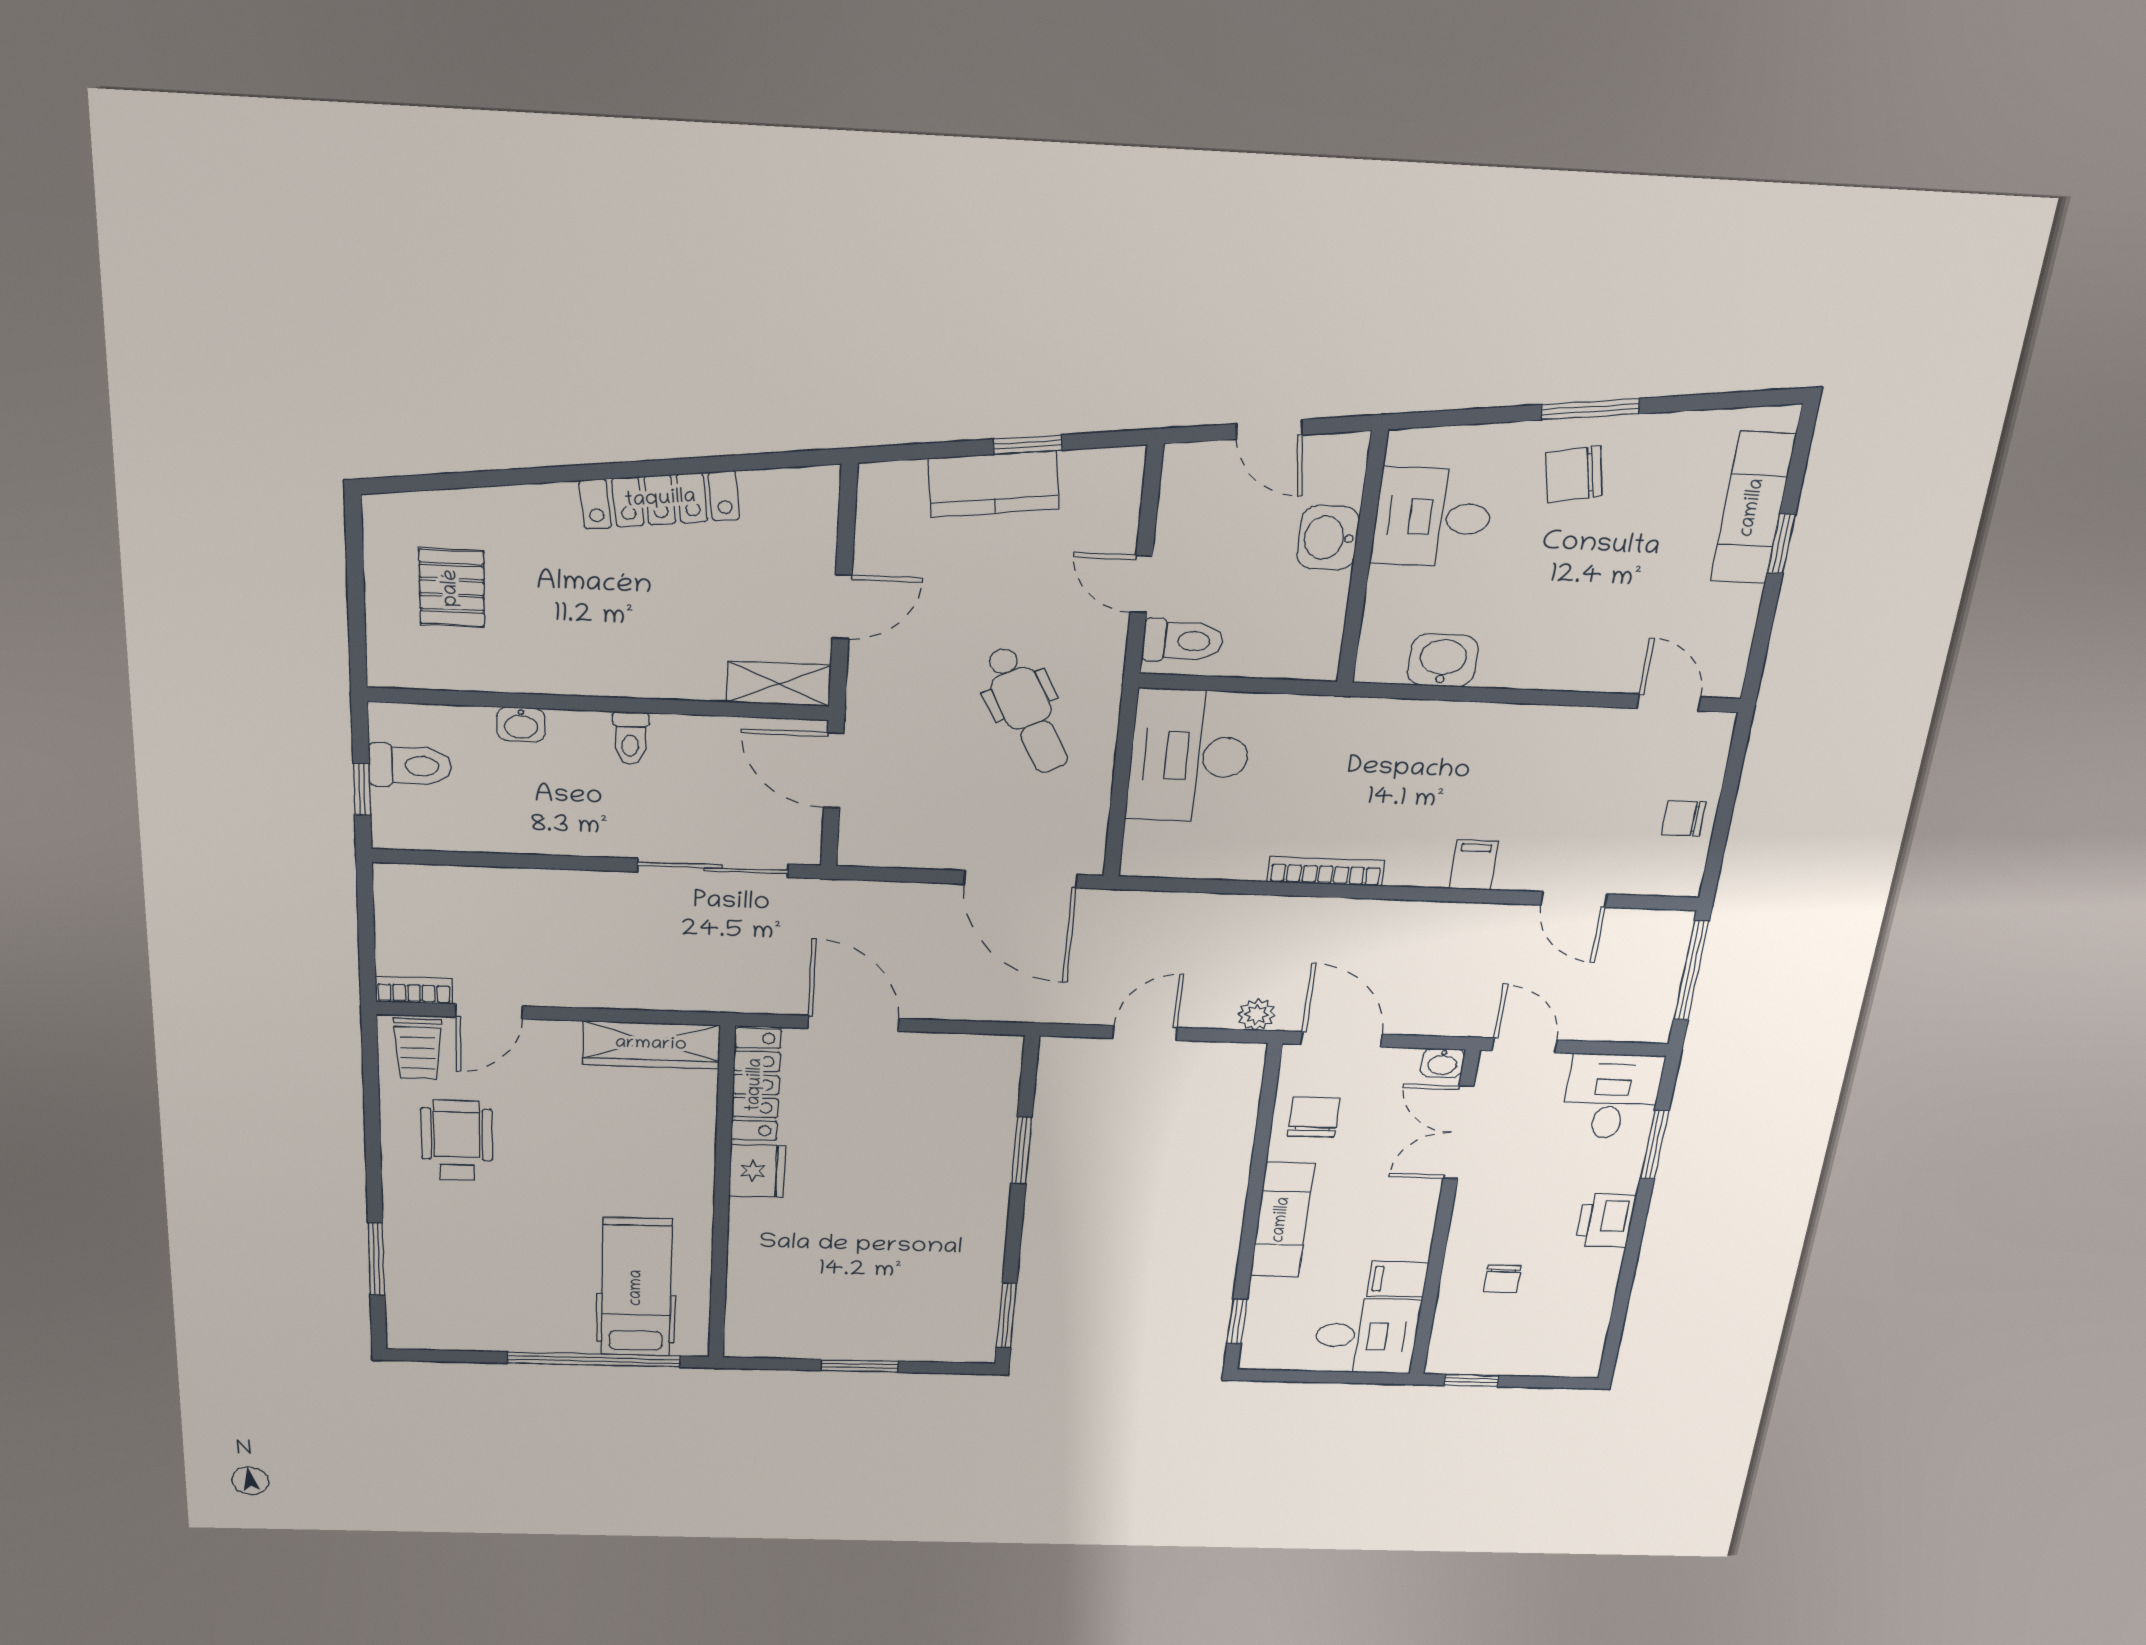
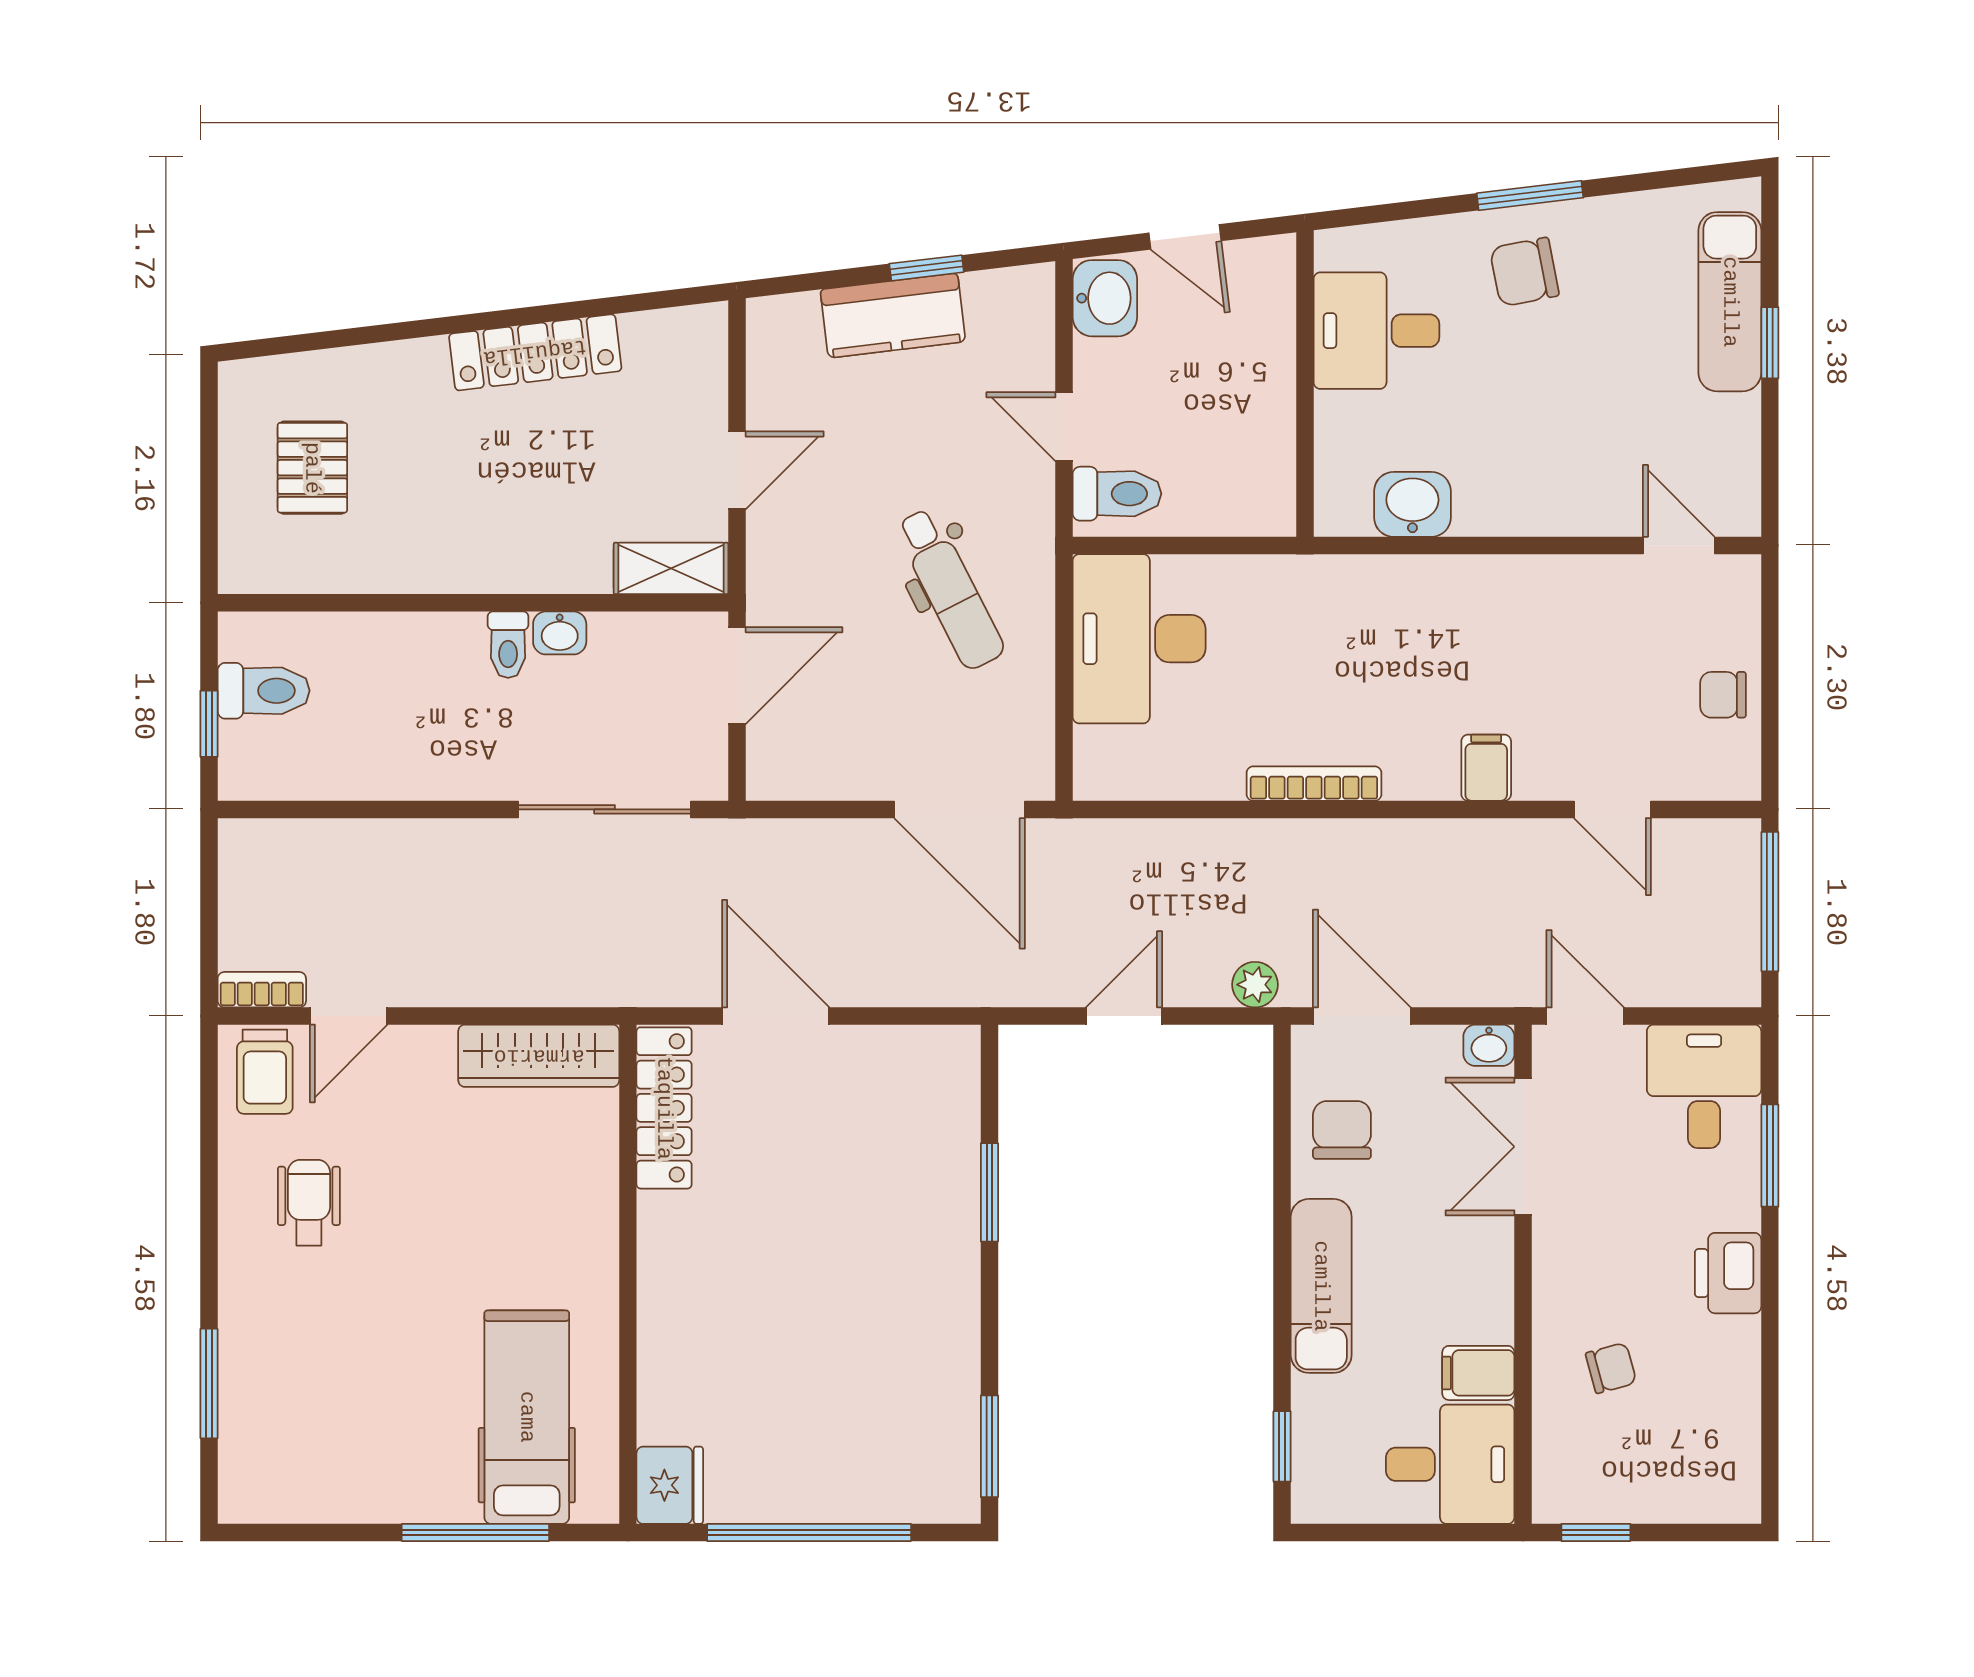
washbasin: (1328, 538) -> (1105, 298), moved, turned 180
washbasin: (521, 725) -> (560, 633), moved
door: (834, 770) -> (737, 676), swing flipped
wheelchair: (457, 1141) -> (309, 1203), width x0.73, depth x0.73
fridge: (757, 1171) -> (670, 1485), moved
chair: (1502, 1279) -> (1611, 1368), turned -105
window: (594, 1360) -> (475, 1532), width x0.68
window: (860, 1366) -> (809, 1532), width x2.11

